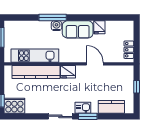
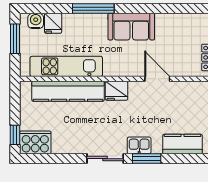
water cooler: (56, 26) -> (36, 21), moved
fridge: (99, 27) -> (53, 23), moved

